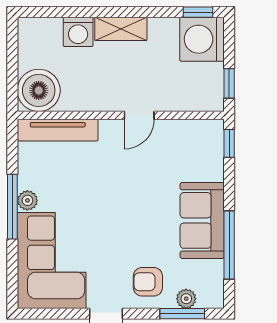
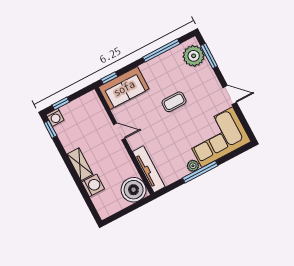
washing machine: (202, 39) -> (55, 117), width x0.53, depth x0.53
window: (229, 83) -> (61, 103), moved
sofa: (202, 220) -> (124, 88), moved
coffee table: (140, 223) -> (174, 102), added
armchair: (148, 282) -> (202, 82), removed
plant: (186, 299) -> (194, 56), width x1.88, depth x1.88

